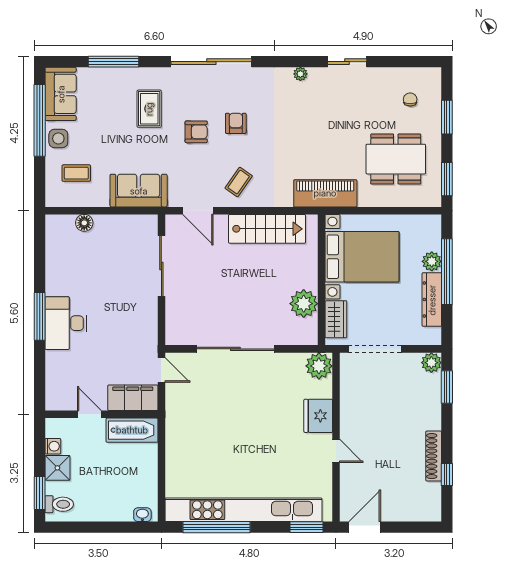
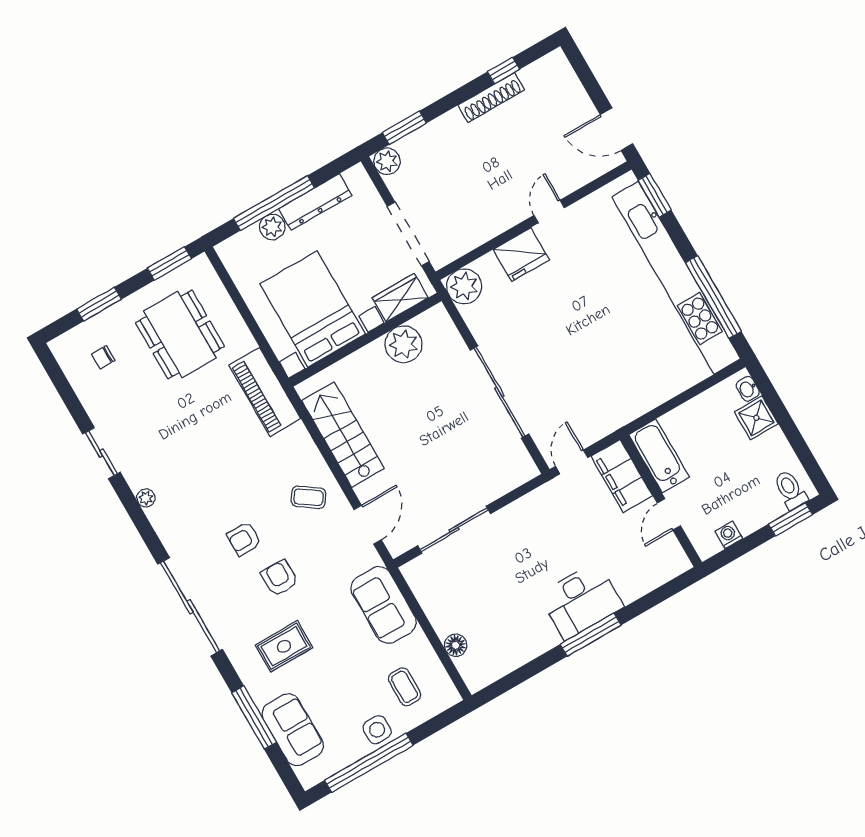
sofa: (61, 94) -> (293, 730), moved, turned 90
shower: (57, 468) -> (756, 418), moved

